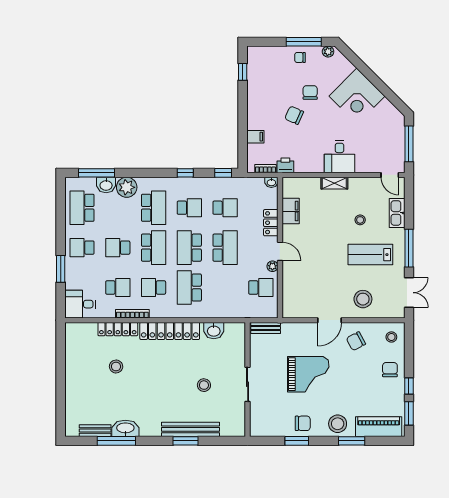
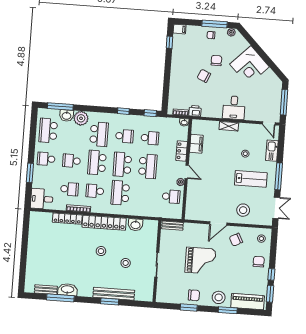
filing cabinet: (255, 137) -> (180, 29), moved
school desk: (154, 248) -> (97, 163), turned 180
lab bench: (370, 255) -> (251, 179), turned 180
stool: (116, 366) -> (101, 251), moved

